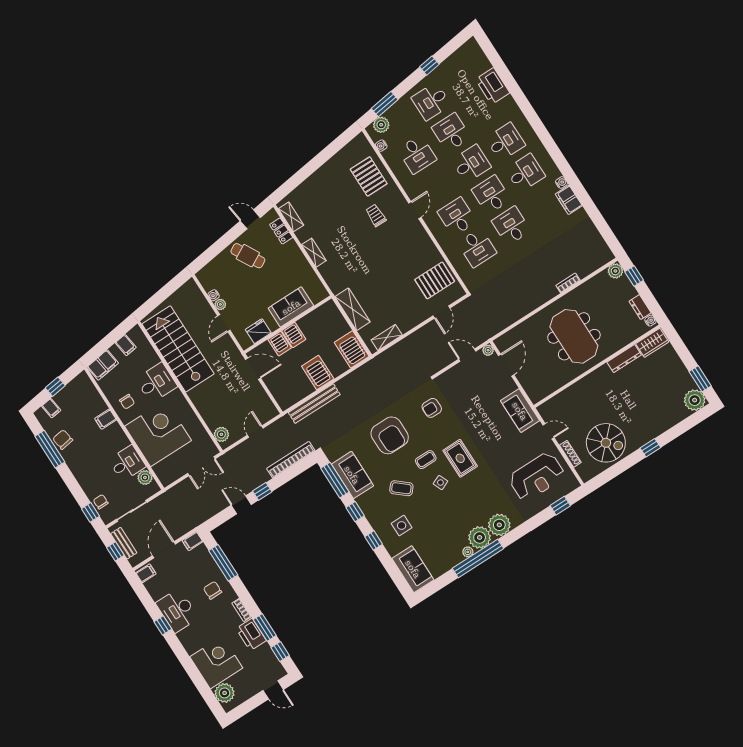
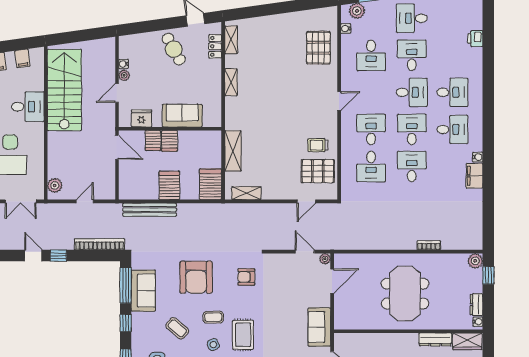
printer: (493, 86) -> (475, 39), width x0.53, depth x0.68
trolley: (376, 215) -> (318, 145), moved, turned -90

